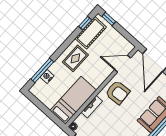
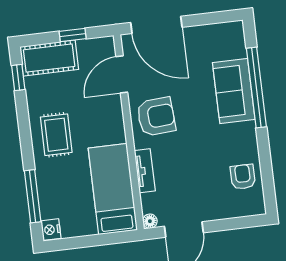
window: (109, 19) -> (73, 35), moved
cot: (91, 33) -> (49, 58), moved, turned 90
nightstand: (47, 76) -> (51, 230), moved

